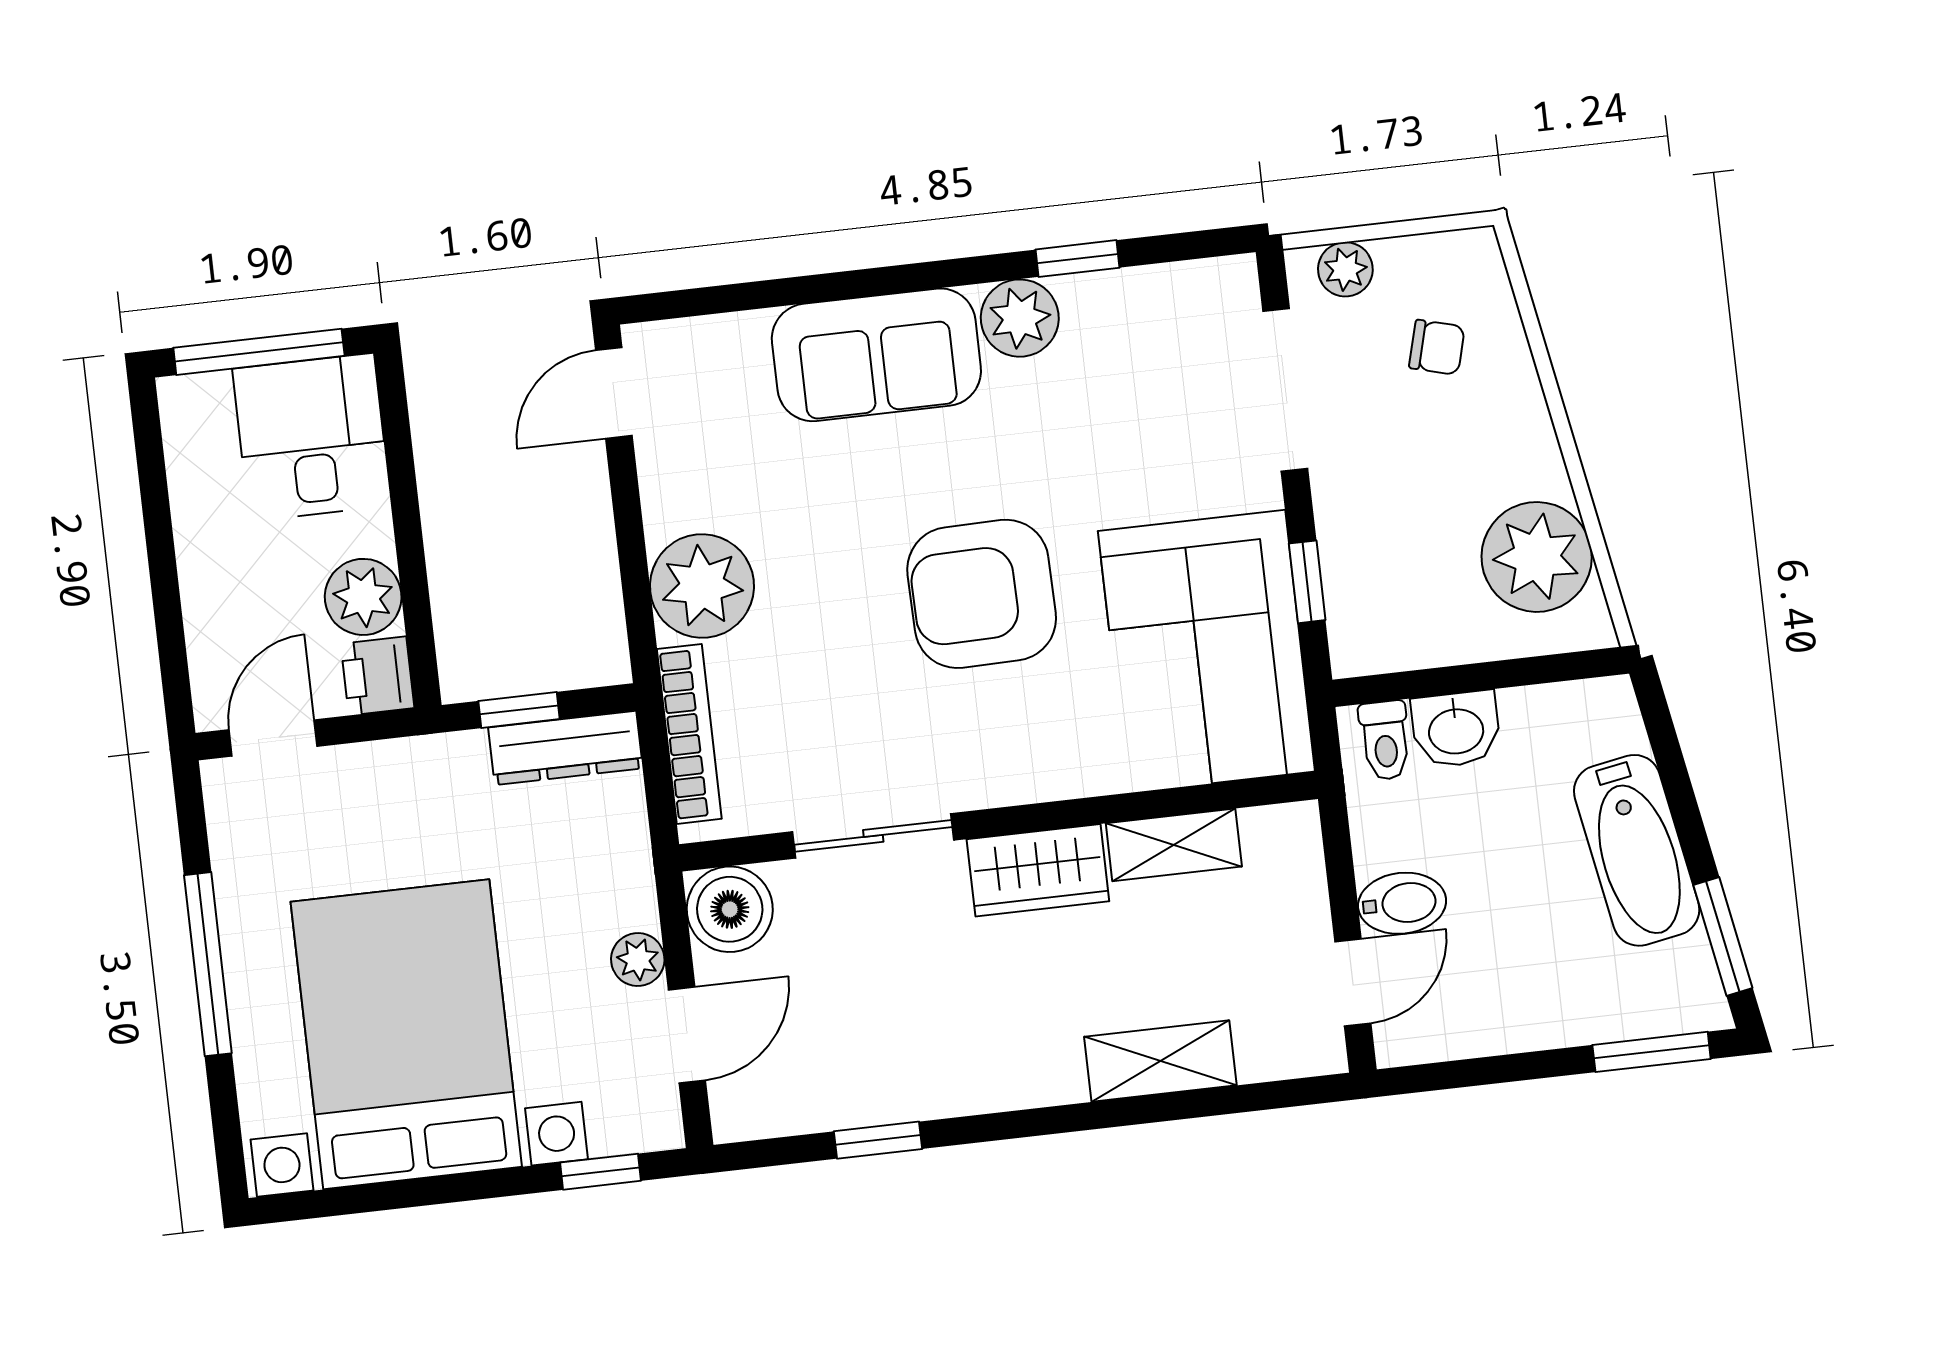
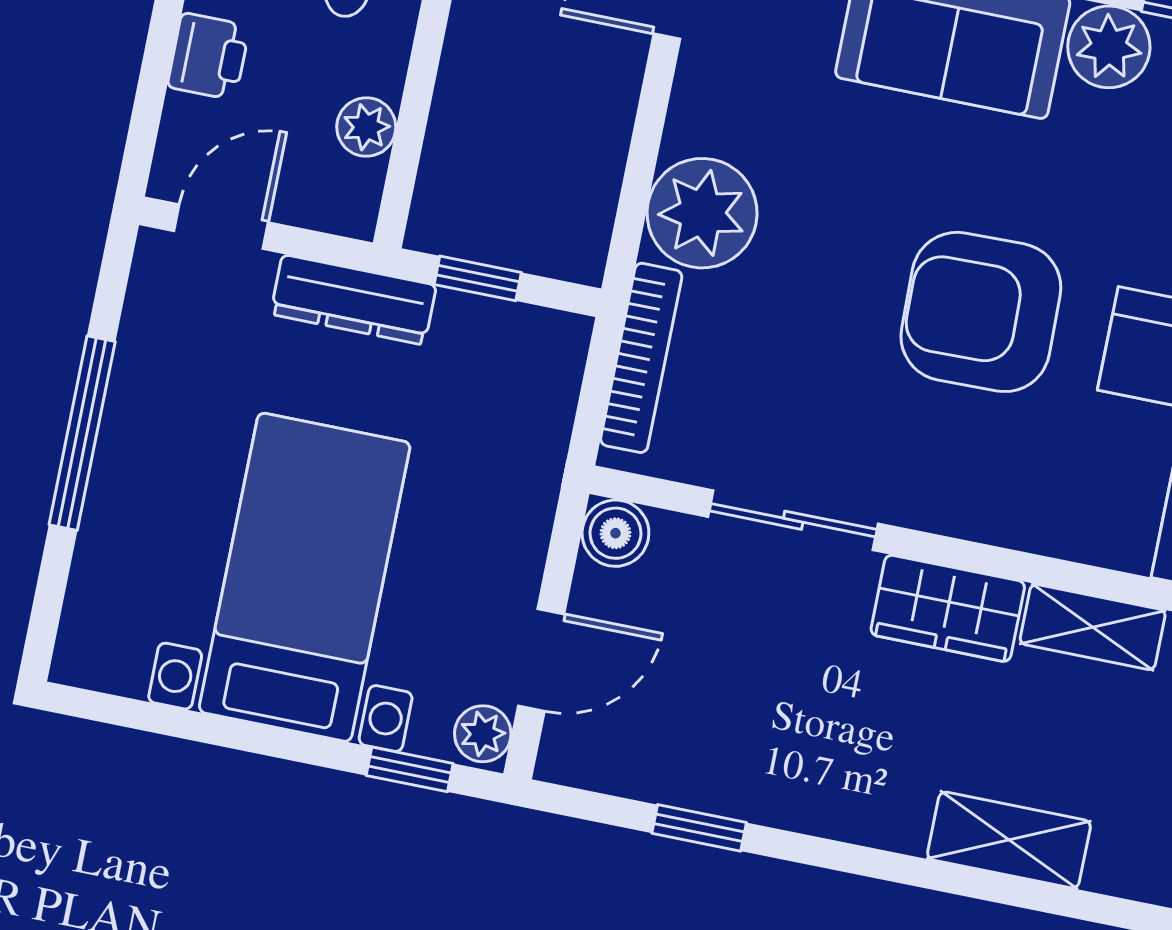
plant: (363, 597) -> (366, 127), width x0.73, depth x0.73
printer: (377, 676) -> (209, 56), moved, turned 180
dresser: (565, 748) -> (353, 300), moved
boiler: (730, 909) -> (615, 533), width x0.73, depth x0.73
plant: (638, 959) -> (483, 734), moved
bed with nightstands: (406, 1034) -> (305, 577), width x0.73

